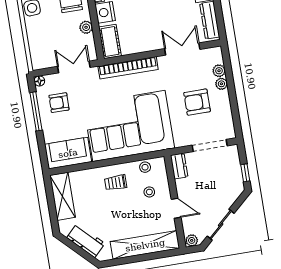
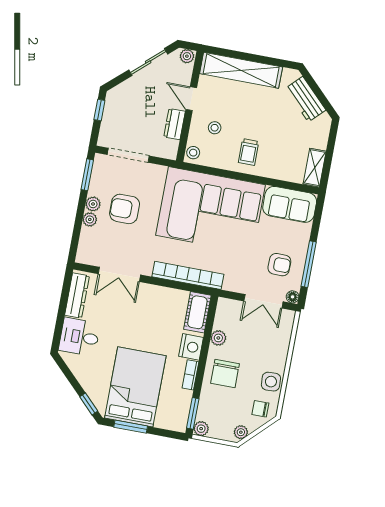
double door: (74, 67) -> (263, 301), moved
plant: (219, 71) -> (93, 204), moved
armchair: (197, 102) -> (125, 209), turned 180
window: (236, 118) -> (87, 175), added
dresser: (179, 166) -> (174, 124), moved
stool: (145, 167) -> (193, 153), moved
trolley: (116, 183) -> (249, 152), turned 90
shelving: (63, 196) -> (315, 168), width x0.67, depth x0.75

